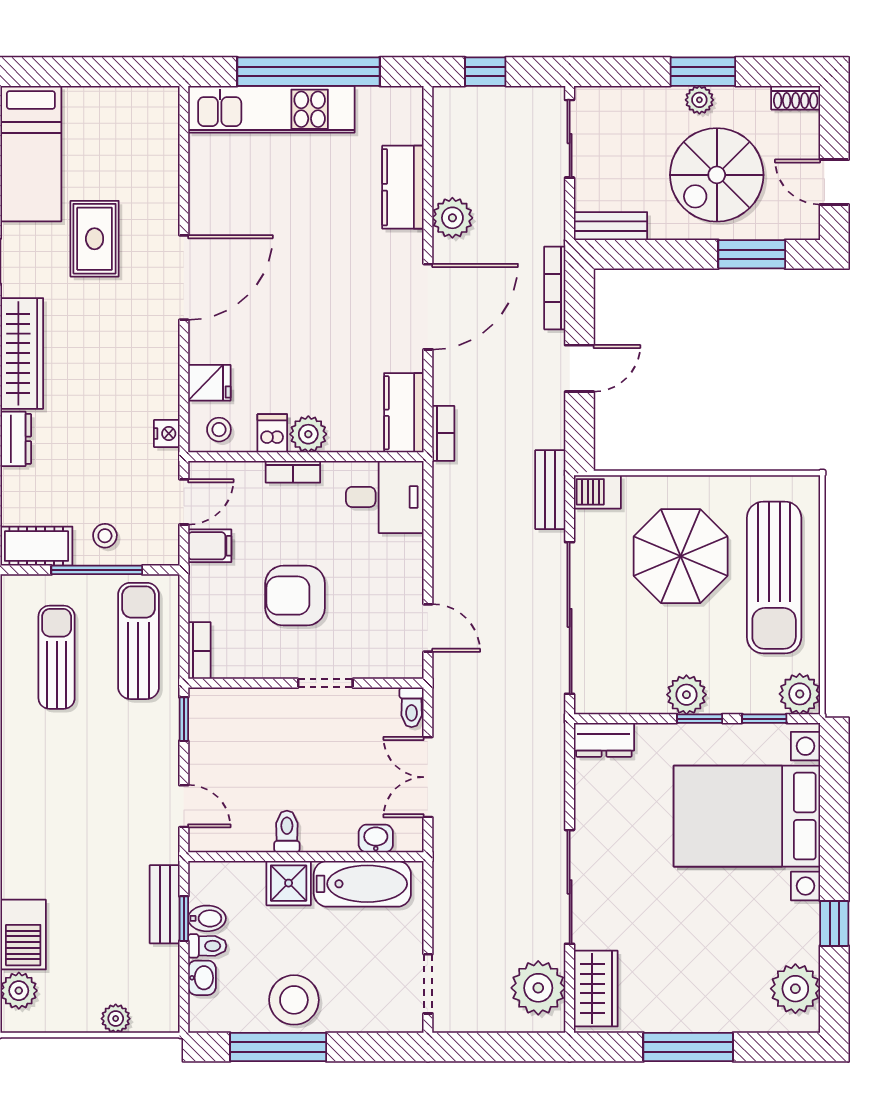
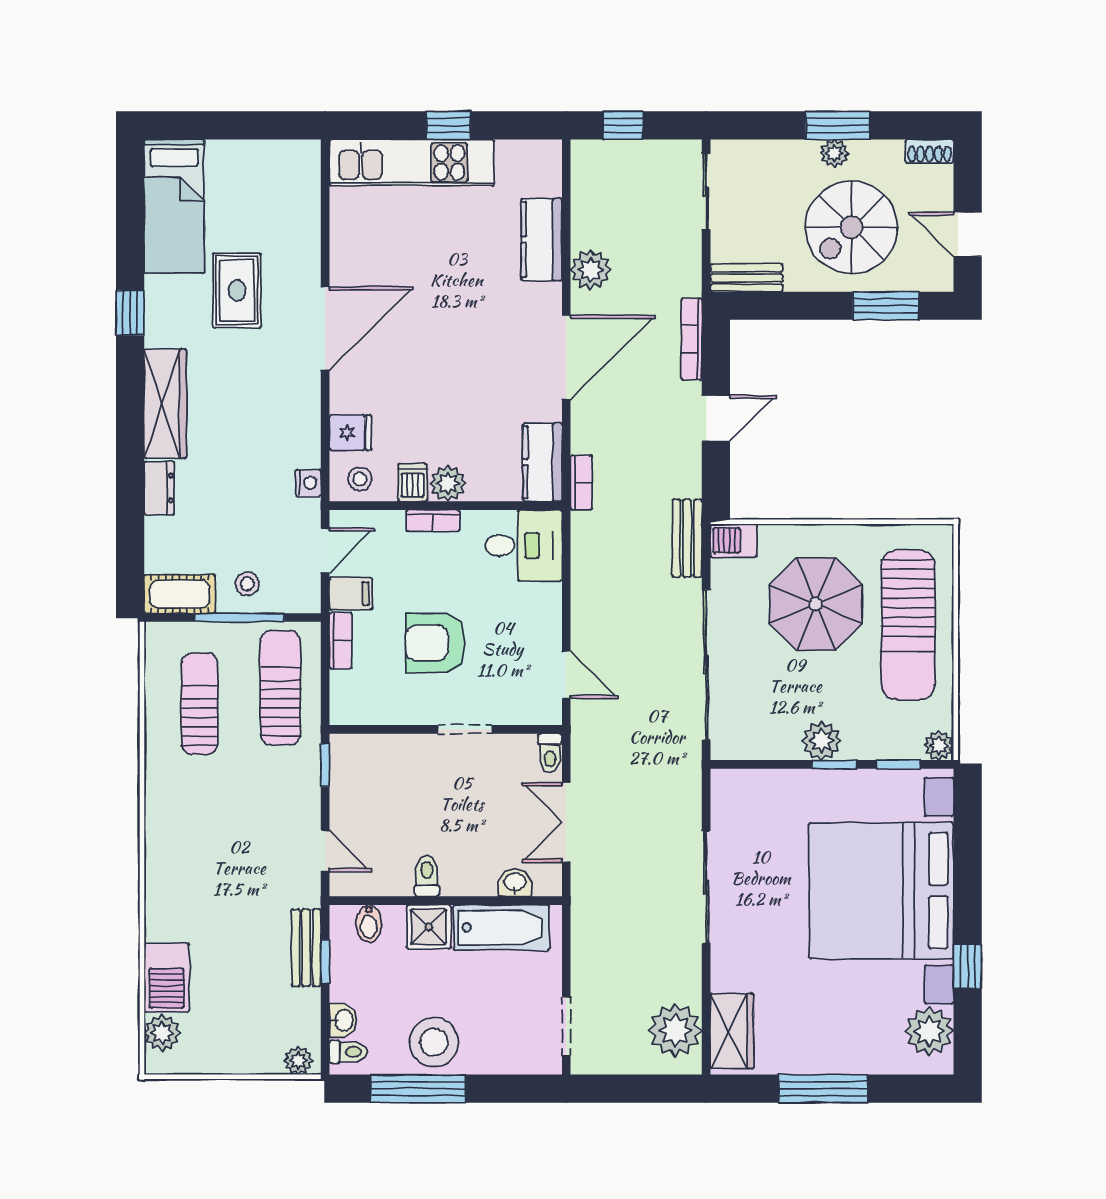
window: (309, 72) -> (448, 125), width x0.32
bookcase: (199, 651) -> (341, 641), moved
plant: (800, 694) -> (939, 746), width x0.73, depth x0.73
dresser: (604, 740) -> (740, 785), removed
bed with nightstands: (747, 816) -> (881, 891), width x1.36
sliding door: (570, 887) -> (706, 887), moved
bidet: (207, 918) -> (369, 924), moved, turned 90
toilet: (207, 946) -> (348, 1052), moved
plant: (116, 1019) -> (298, 1061), moved

